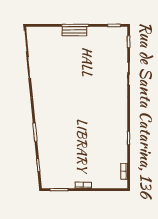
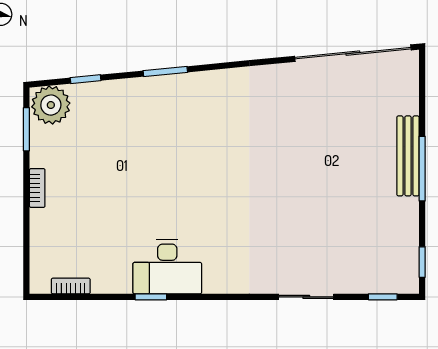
bench: (74, 31) -> (408, 156), width x1.36
desk: (116, 131) -> (167, 267), added
plant: (49, 180) -> (51, 105), added

